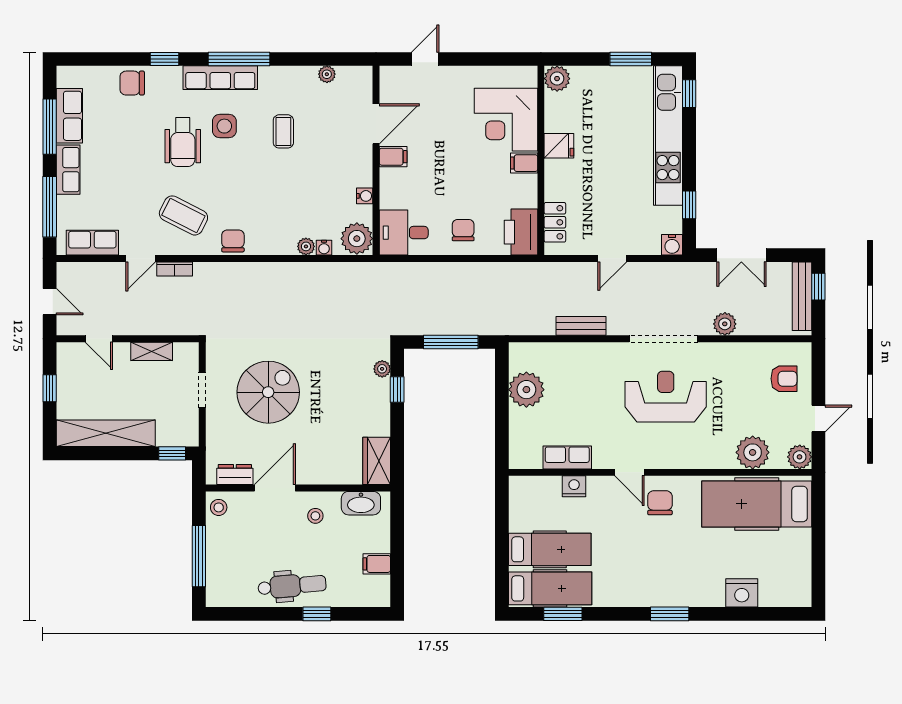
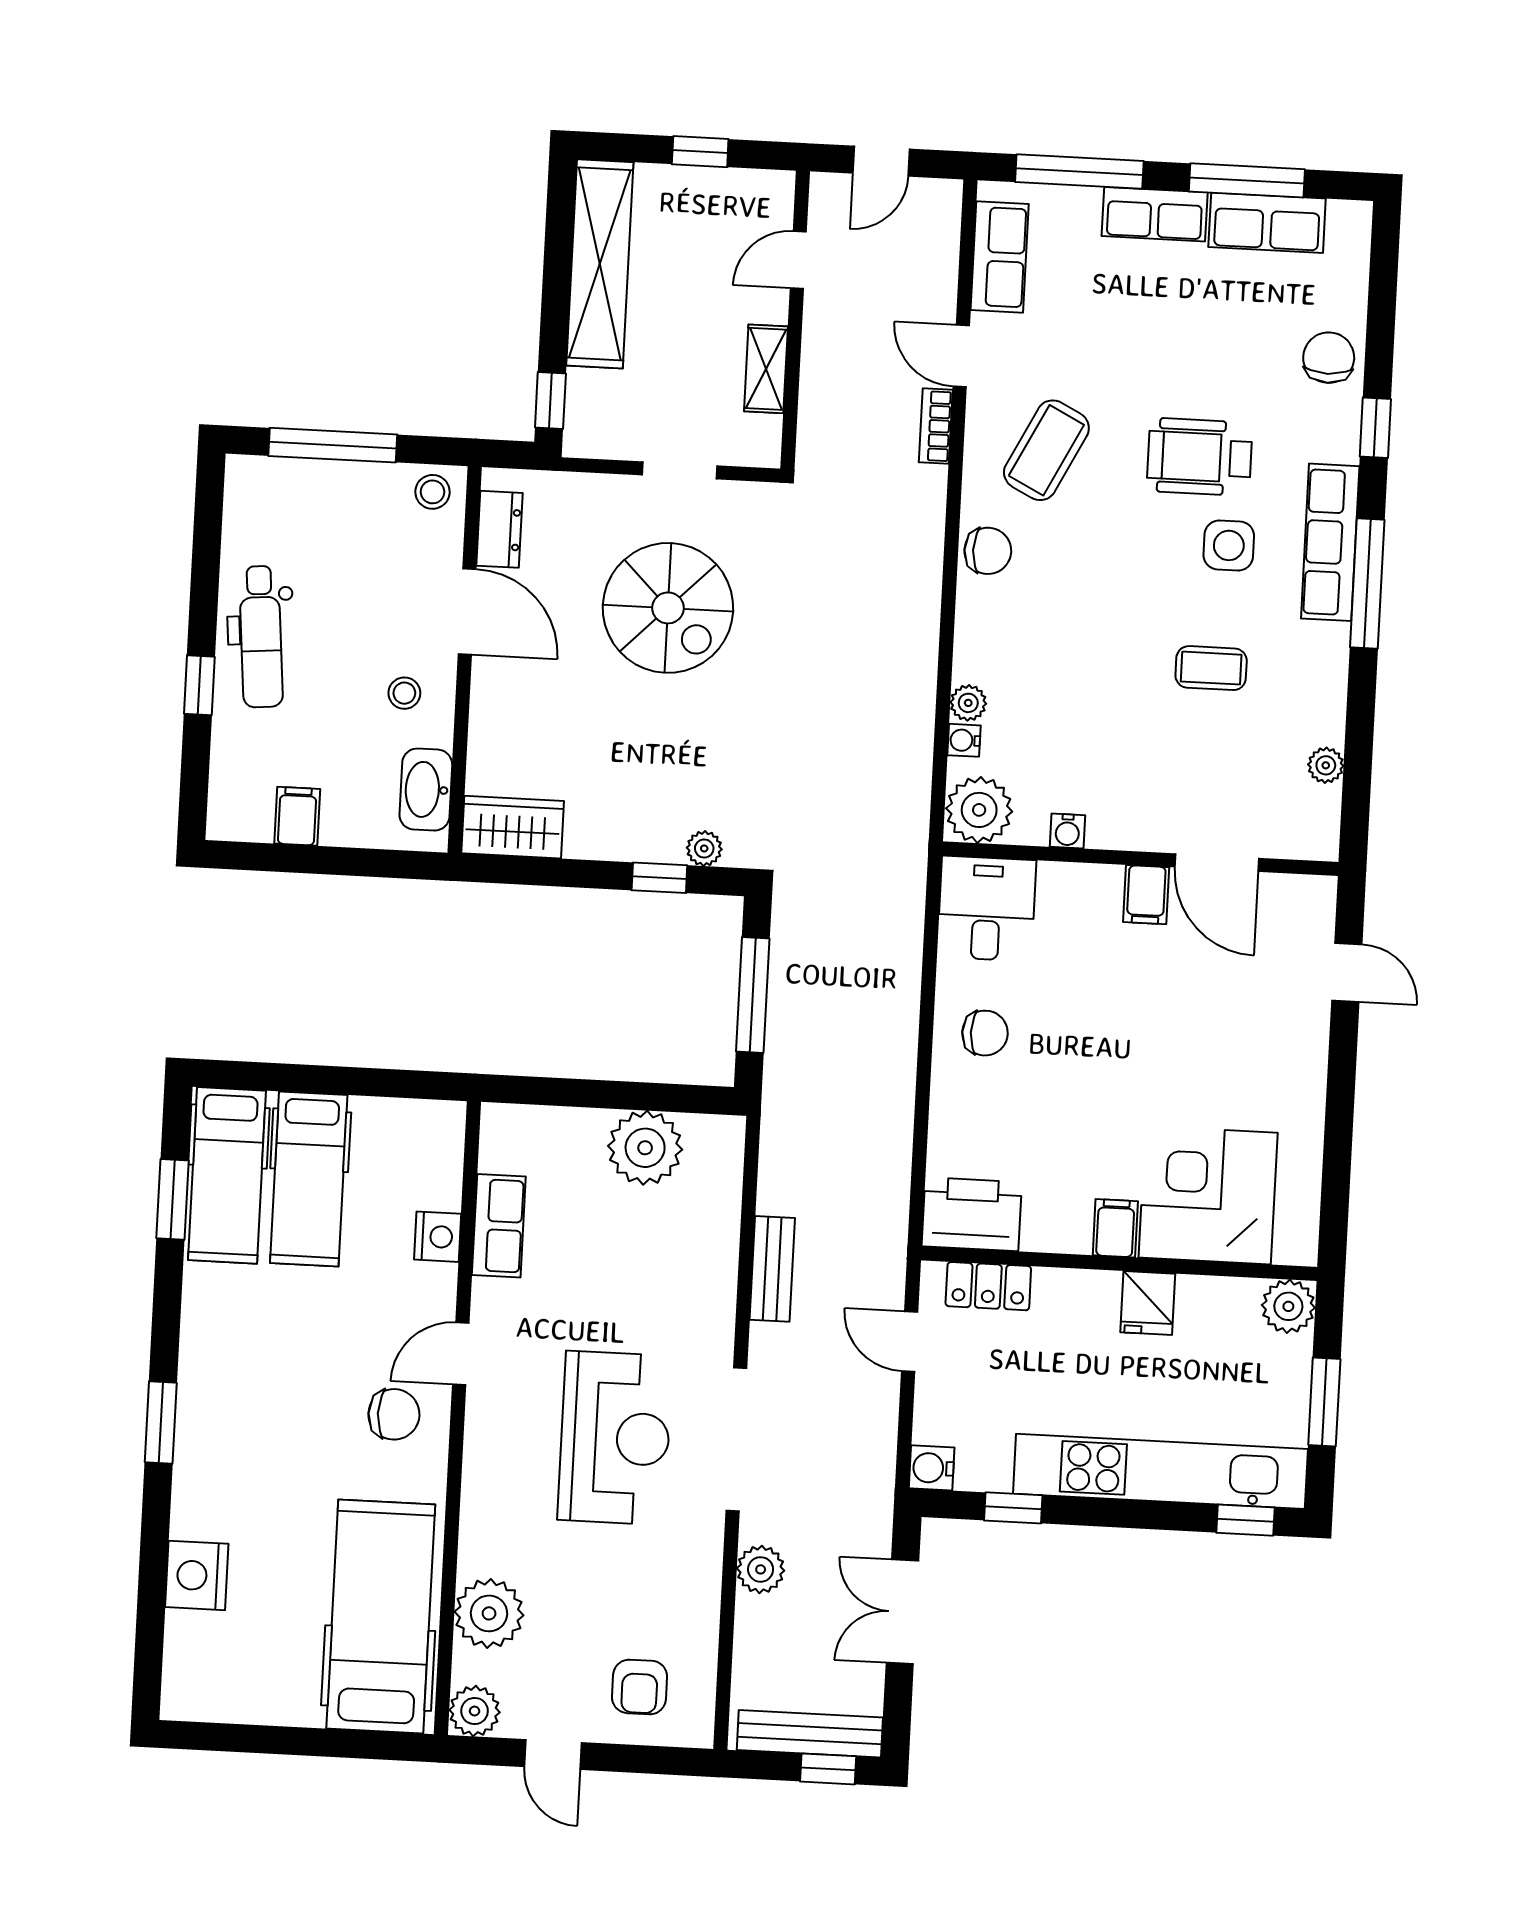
plant: (557, 79) -> (1288, 1306), moved
corner desk: (506, 120) -> (1208, 1195), moved
fridge: (559, 146) -> (1148, 1303), moved
wall: (541, 160) -> (1119, 1264), moved
filing cabinet: (524, 163) -> (1115, 1228), moved
locker: (555, 222) -> (988, 1286), moved
printer: (521, 232) -> (972, 1214), moved

